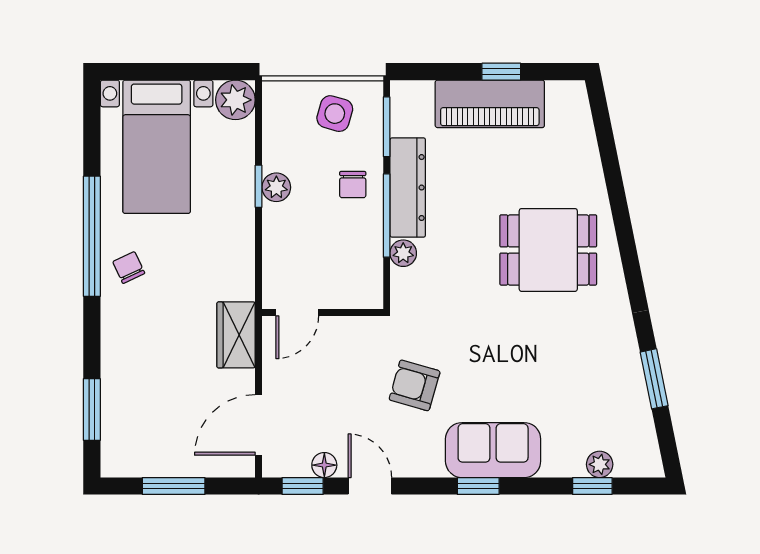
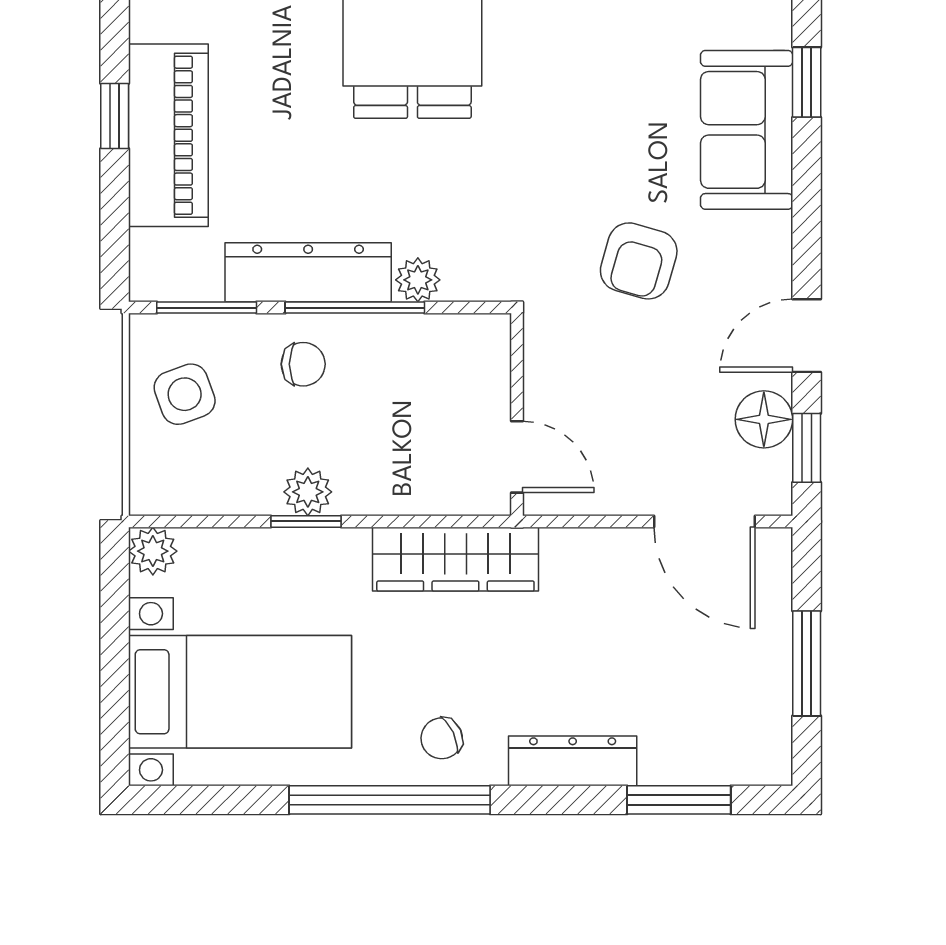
plant: (235, 100) -> (153, 551), width x0.73, depth x0.73
side table: (335, 114) -> (185, 394), turned -36
wardrobe: (236, 335) -> (455, 559), moved, width x1.50
dresser: (115, 346) -> (573, 761), added
floor lamp: (324, 465) -> (764, 419), width x1.37, depth x1.37
window: (478, 486) -> (807, 82), moved

